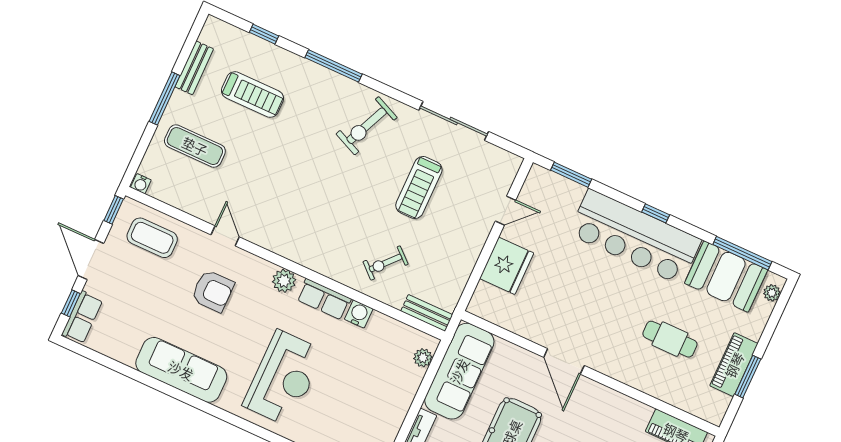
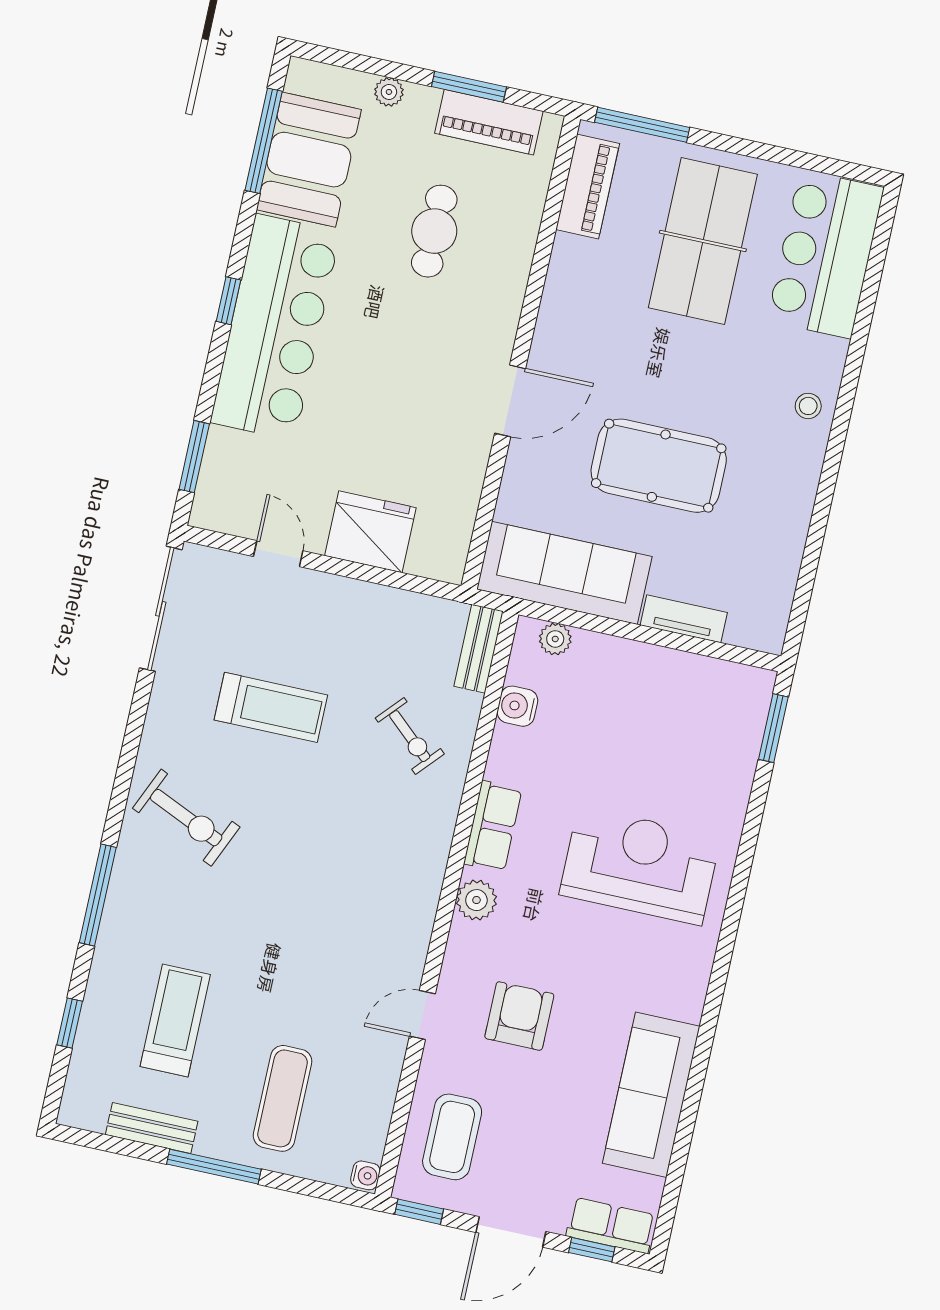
sliding door: (454, 121) -> (161, 609), moved
plant: (772, 293) -> (389, 92), moved
water cooler: (359, 314) -> (517, 706), moved
piano: (734, 365) -> (489, 122), moved
sofa: (181, 370) -> (651, 1095), moved

